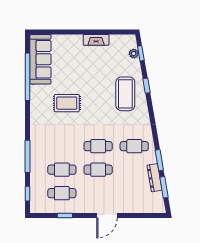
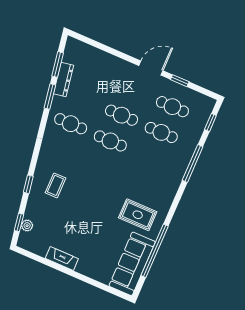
coffee table: (125, 94) -> (55, 185), width x0.54, depth x0.58
rug: (67, 103) -> (138, 215), moved
door: (107, 216) -> (151, 68), moved

